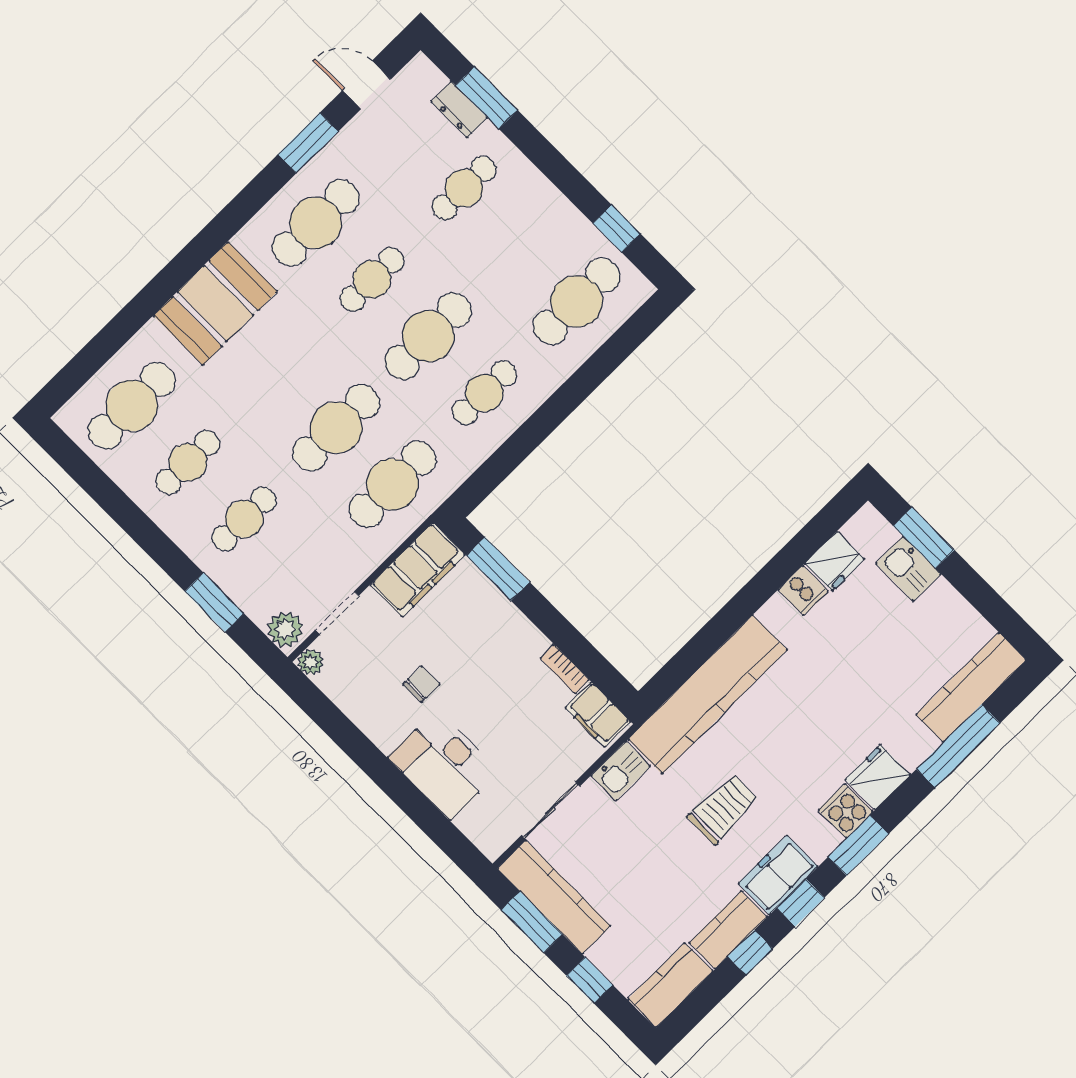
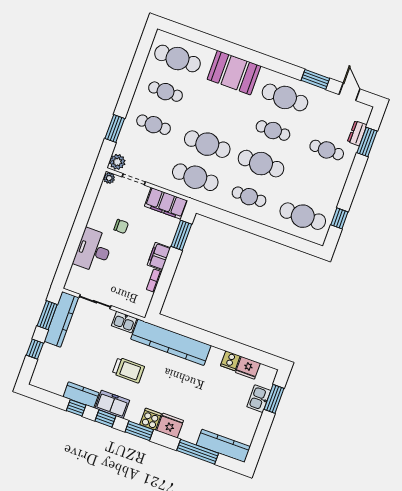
filing cabinet: (598, 715) -> (159, 256), moved
kitchen counter: (670, 985) -> (48, 382), removed

